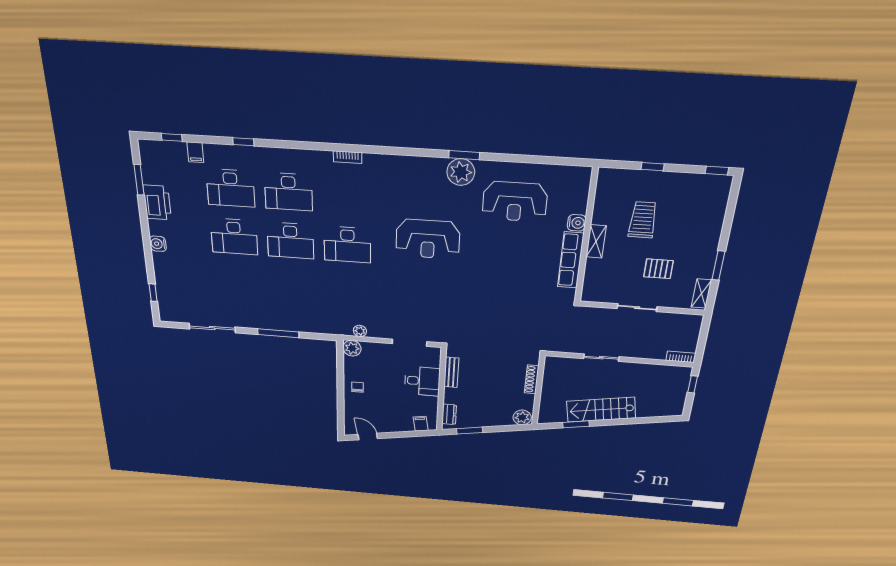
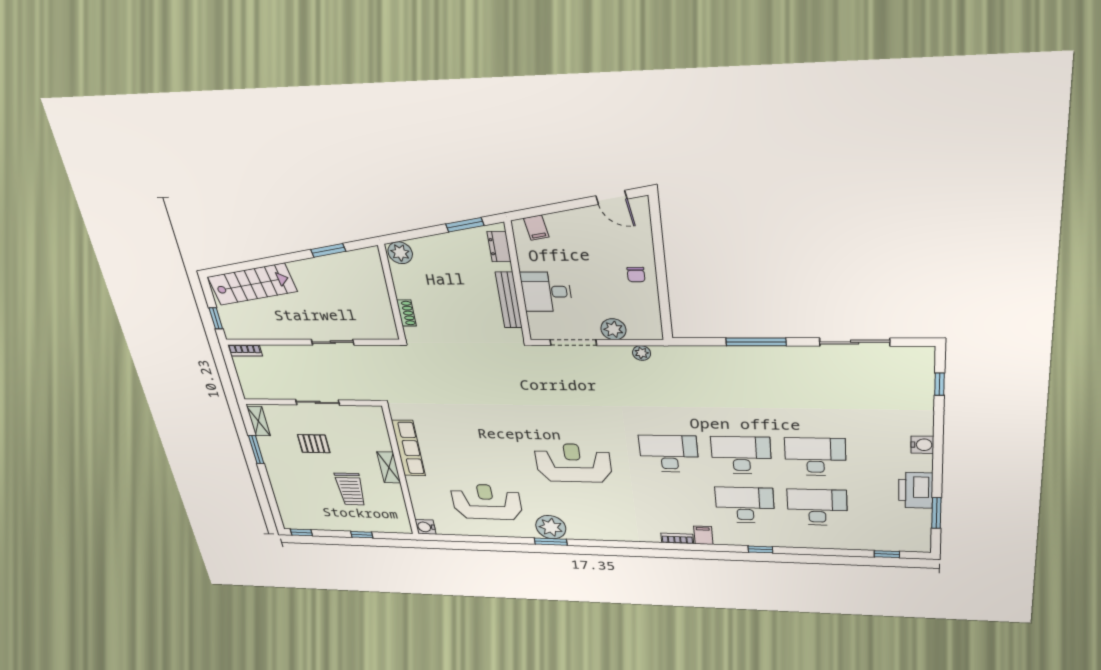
window: (243, 142) -> (760, 549), moved
filing cabinet: (195, 152) -> (703, 535), moved
water cooler: (577, 223) -> (426, 527), moved
plant: (352, 348) -> (613, 329), moved
bench: (451, 372) -> (509, 300), width x1.36
shoe rack: (532, 379) -> (406, 313), width x0.70
stairs: (601, 410) -> (252, 284), moved

